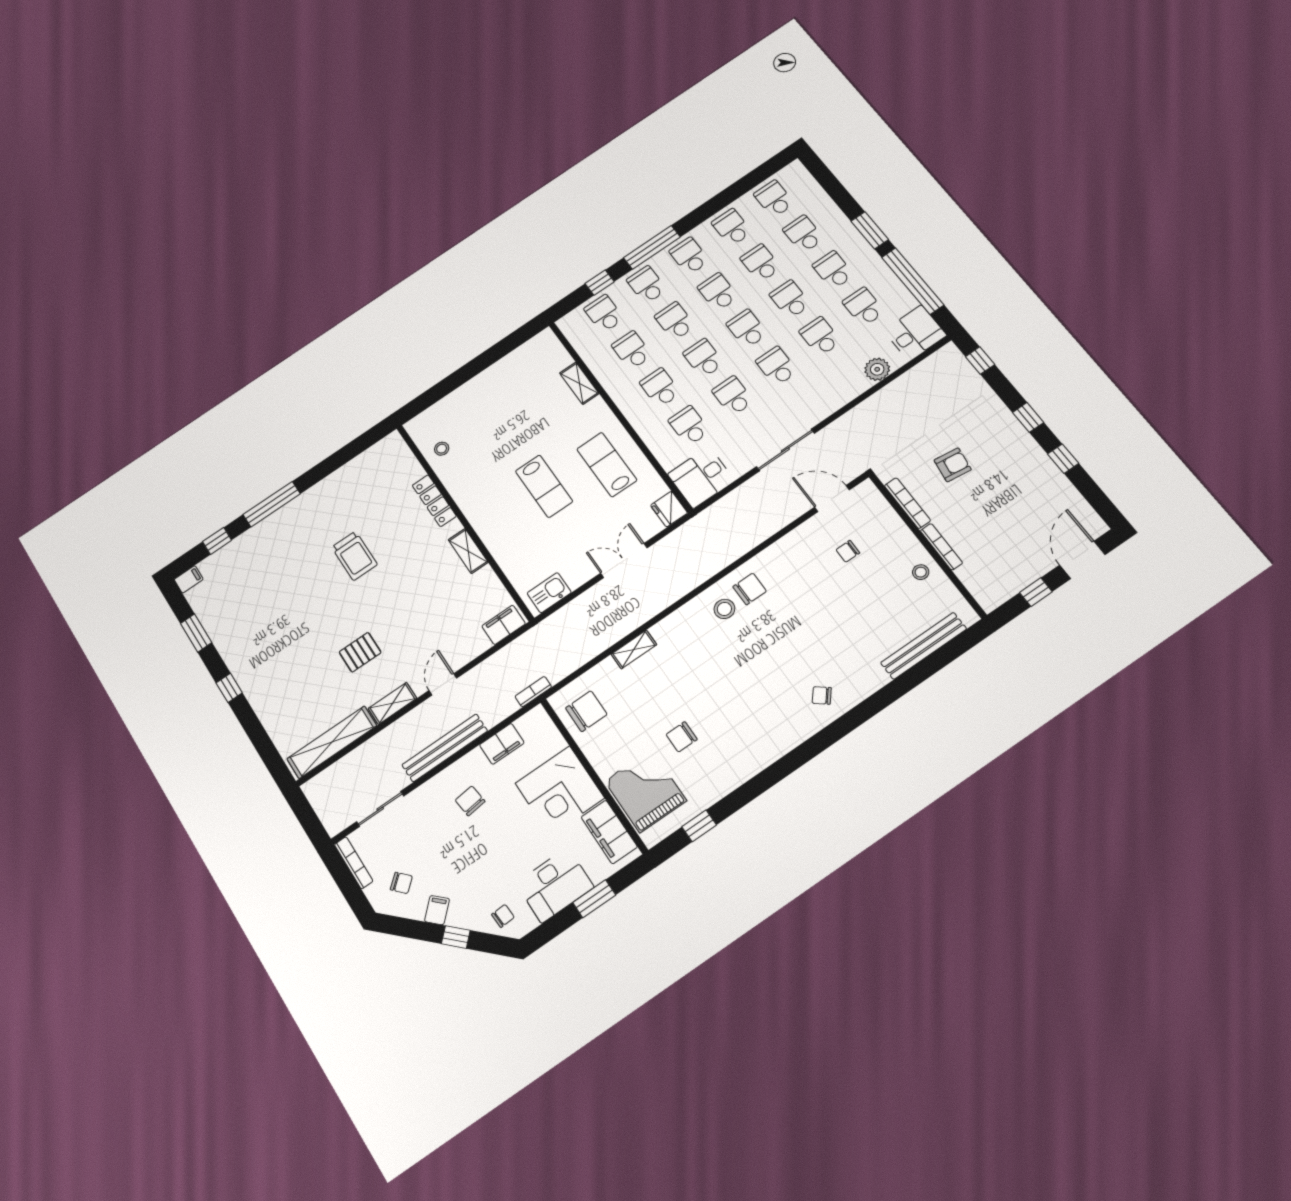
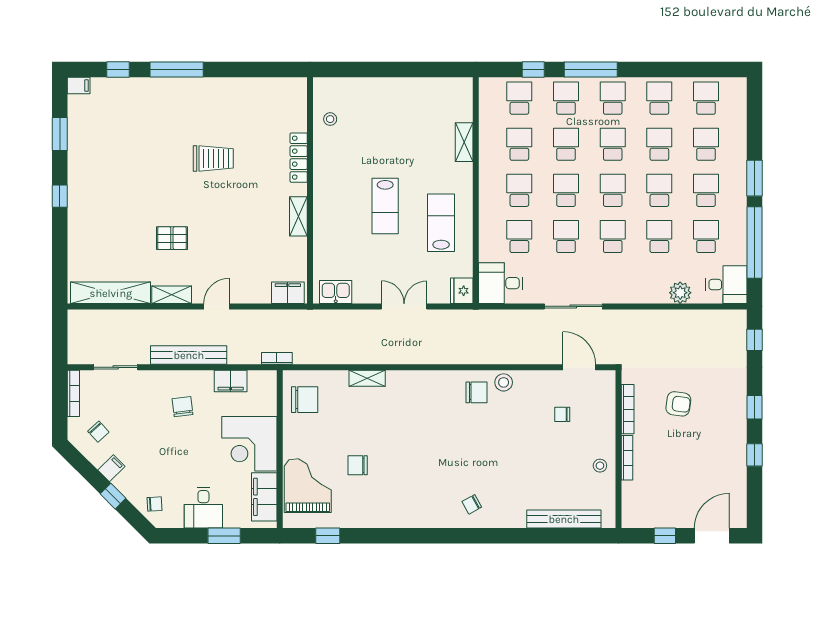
trolley: (354, 556) -> (213, 158), turned -90
stool: (724, 609) -> (504, 382), moved
chair: (822, 695) -> (472, 504), turned -68
desk: (555, 885) -> (203, 508), width x0.73

